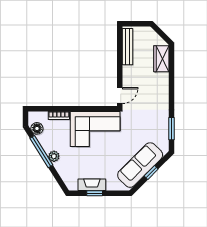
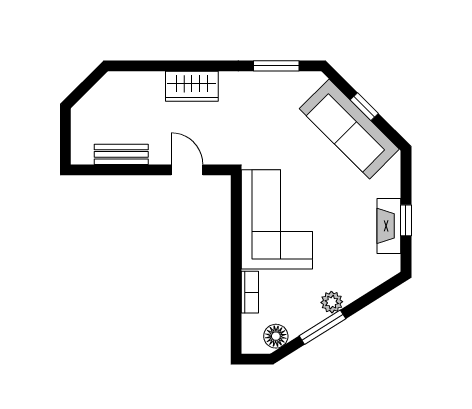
bench: (127, 47) -> (121, 154), width x0.73
wardrobe: (161, 59) -> (192, 86), moved
door: (120, 96) -> (187, 170), moved
window: (41, 152) -> (322, 327), width x0.69

